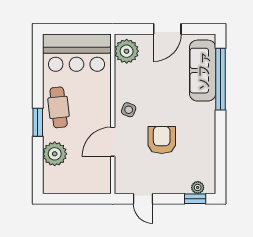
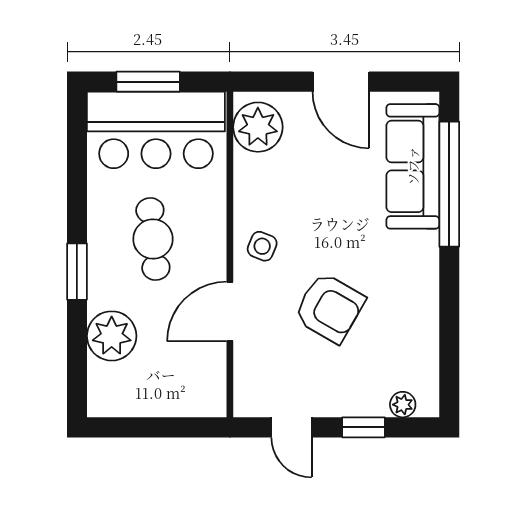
window: (73, 29) -> (148, 82), added
door: (167, 29) -> (341, 82), hinge flipped
cafe table: (59, 107) -> (153, 239), moved
armchair: (162, 140) -> (329, 308), turned 120
window: (195, 199) -> (363, 427), moved

